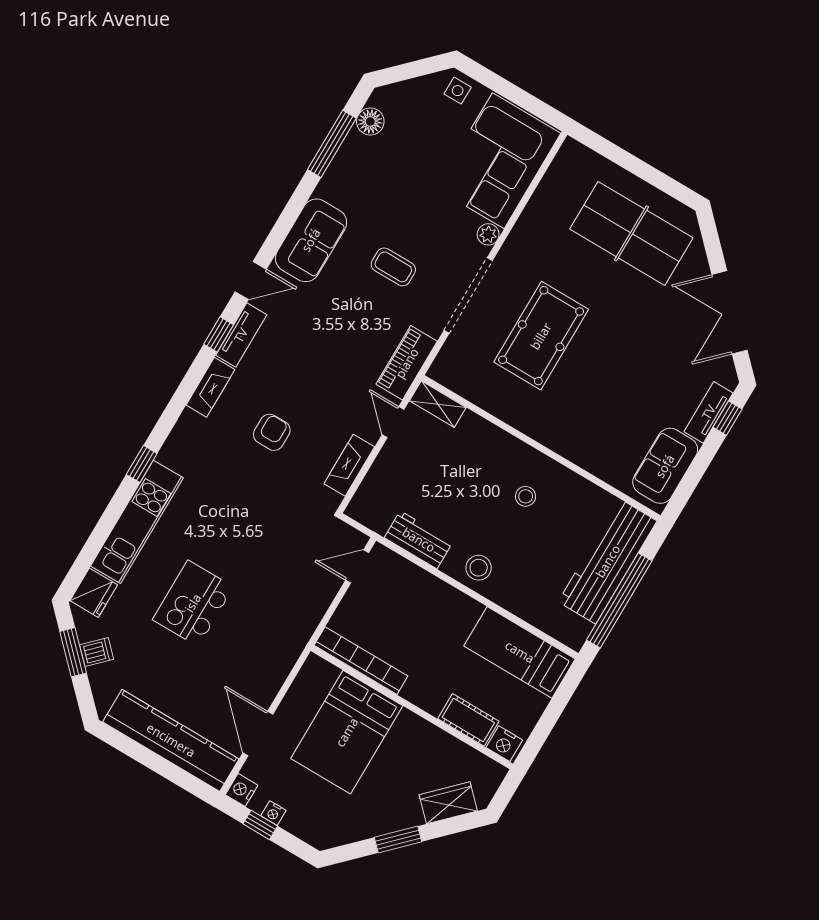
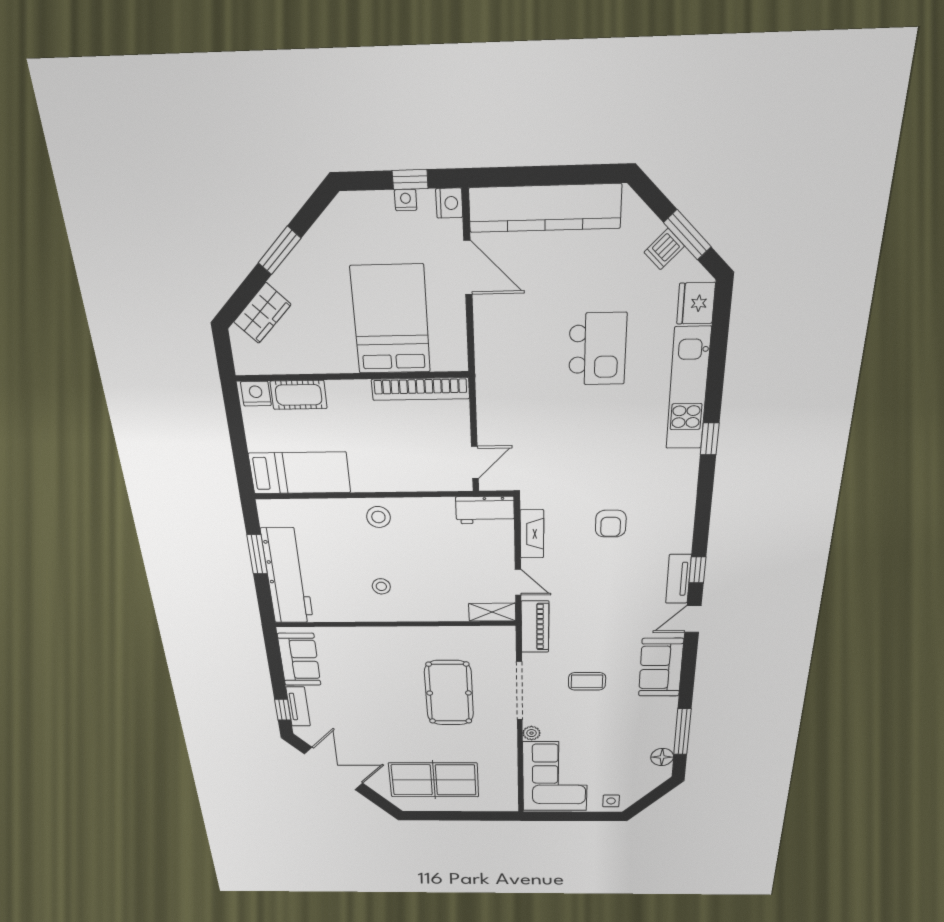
fireplace: (210, 387) -> (682, 529), removed
workbench: (419, 540) -> (485, 510), moved
window: (619, 600) -> (257, 554), width x0.47

